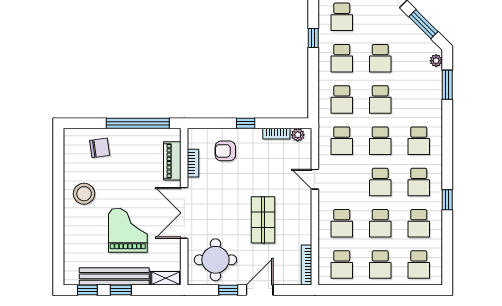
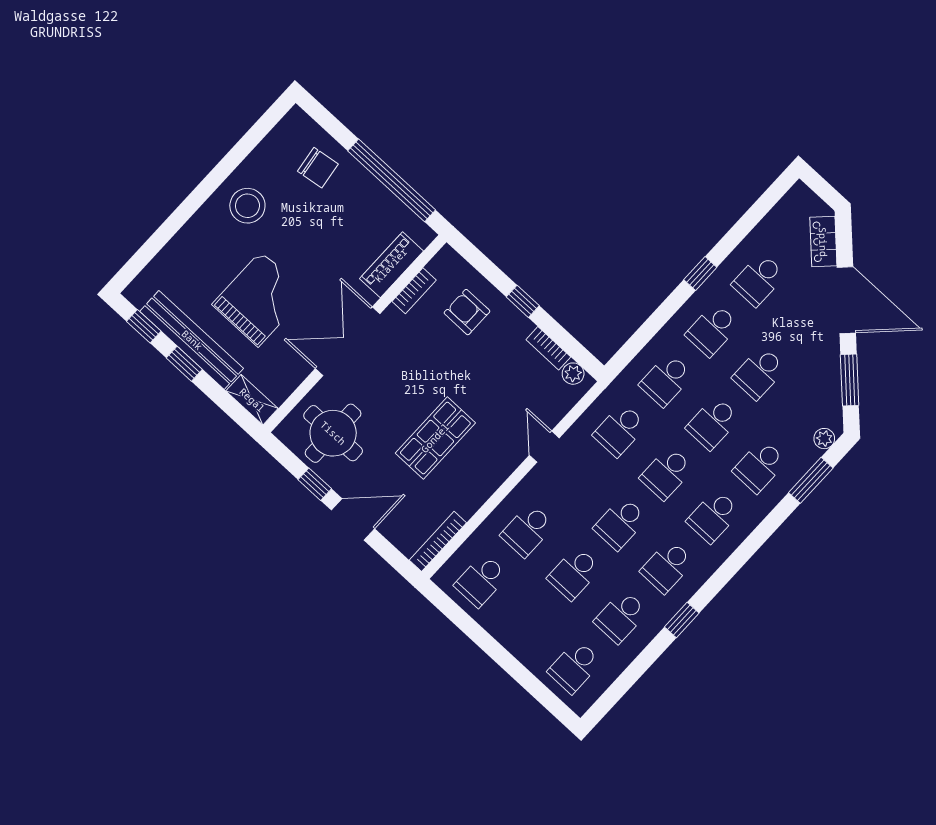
school desk: (380, 265) -> (760, 466), moved

